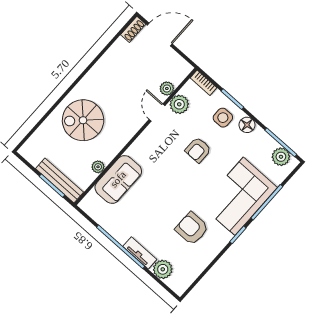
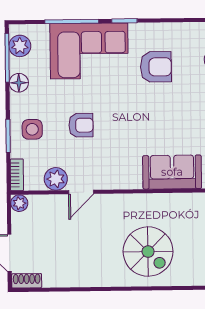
plant: (167, 88) -> (19, 203), moved
floor lamp: (247, 125) -> (19, 83), moved
plant: (98, 167) -> (177, 200), removed
armchair: (192, 228) -> (156, 67), turned -90

